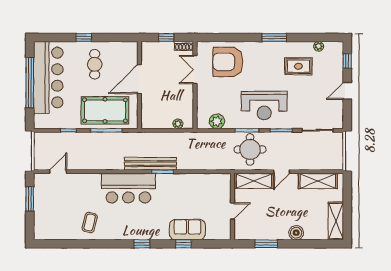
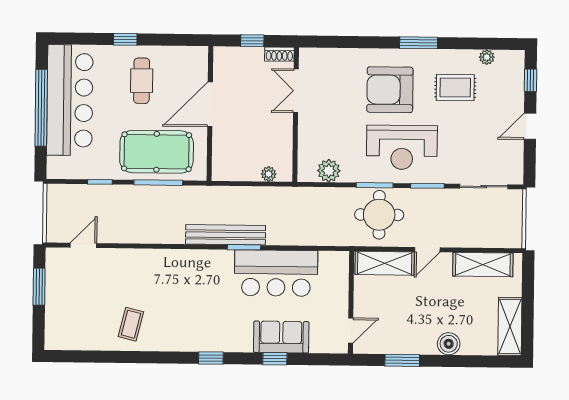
armchair: (228, 62) -> (390, 90), moved
bar counter: (128, 188) -> (276, 273), moved
door: (232, 211) -> (351, 330), moved

